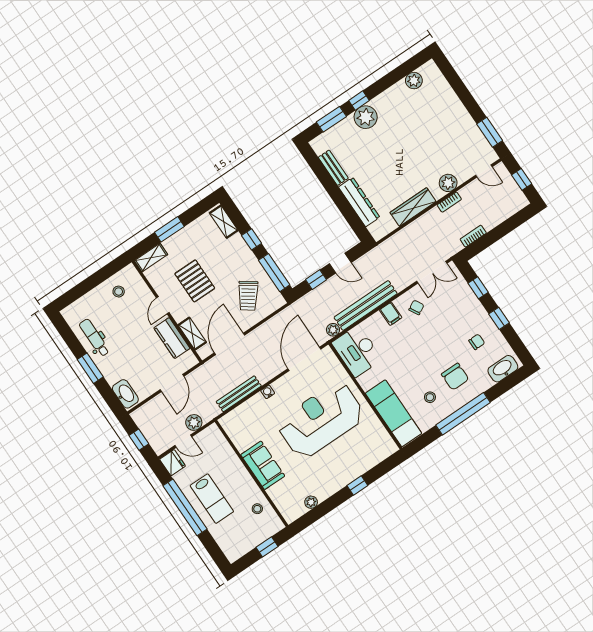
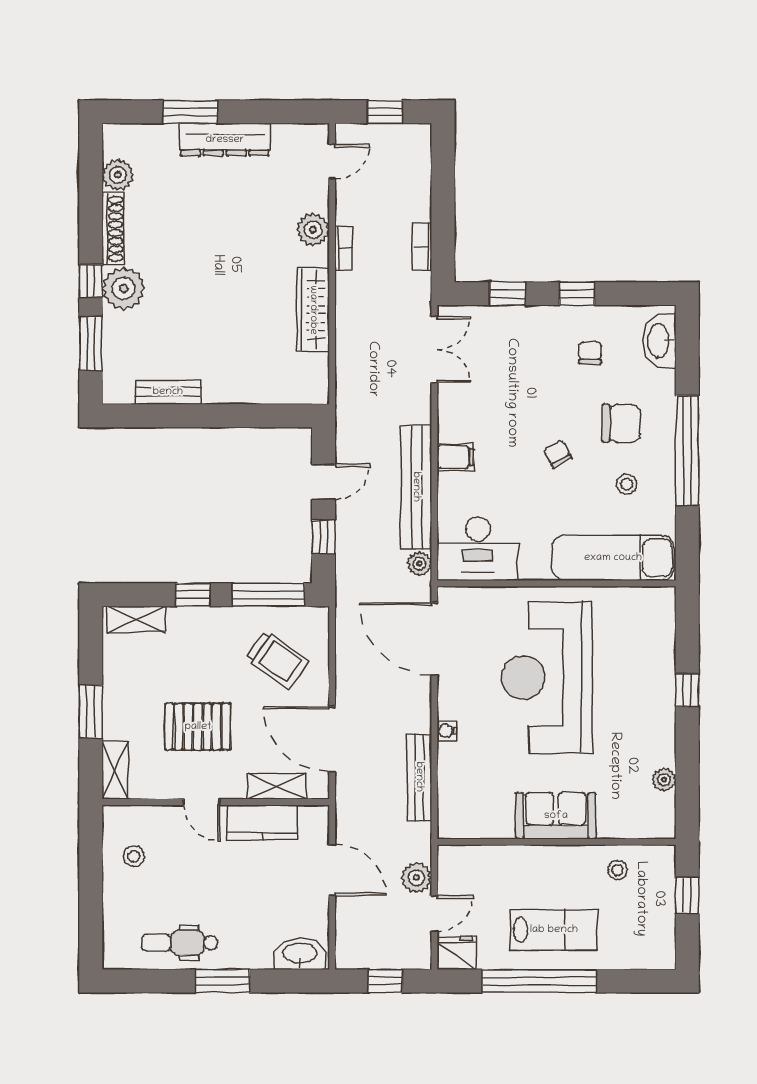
shoe rack: (389, 95) -> (113, 229), added
window: (490, 132) -> (190, 112), moved
dresser: (359, 202) -> (225, 140), moved, turned 180
chair: (416, 307) -> (558, 454), moved

